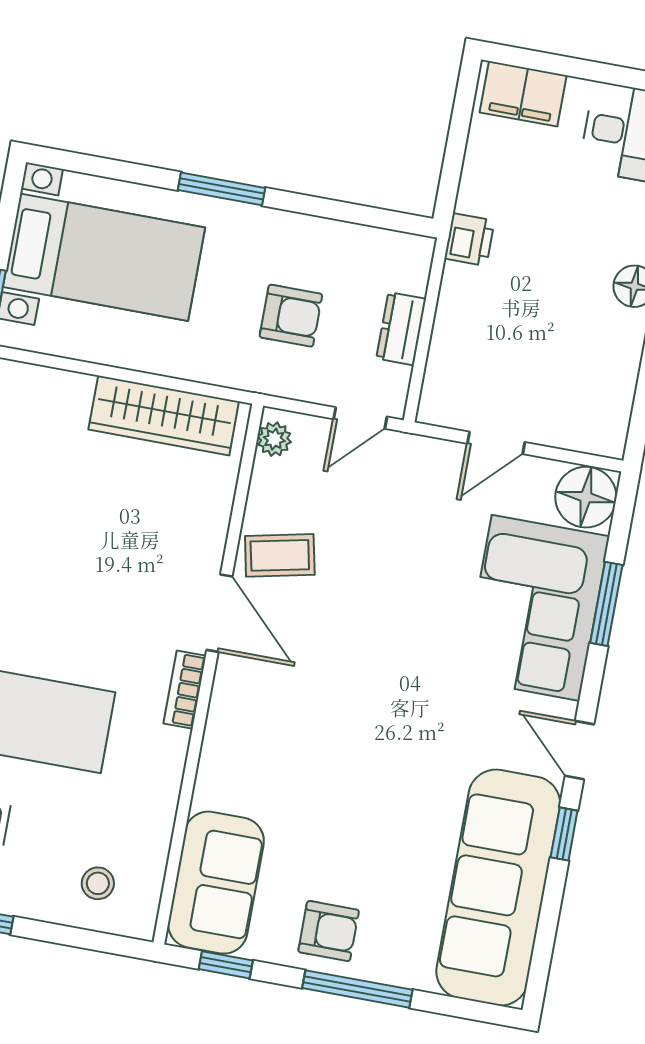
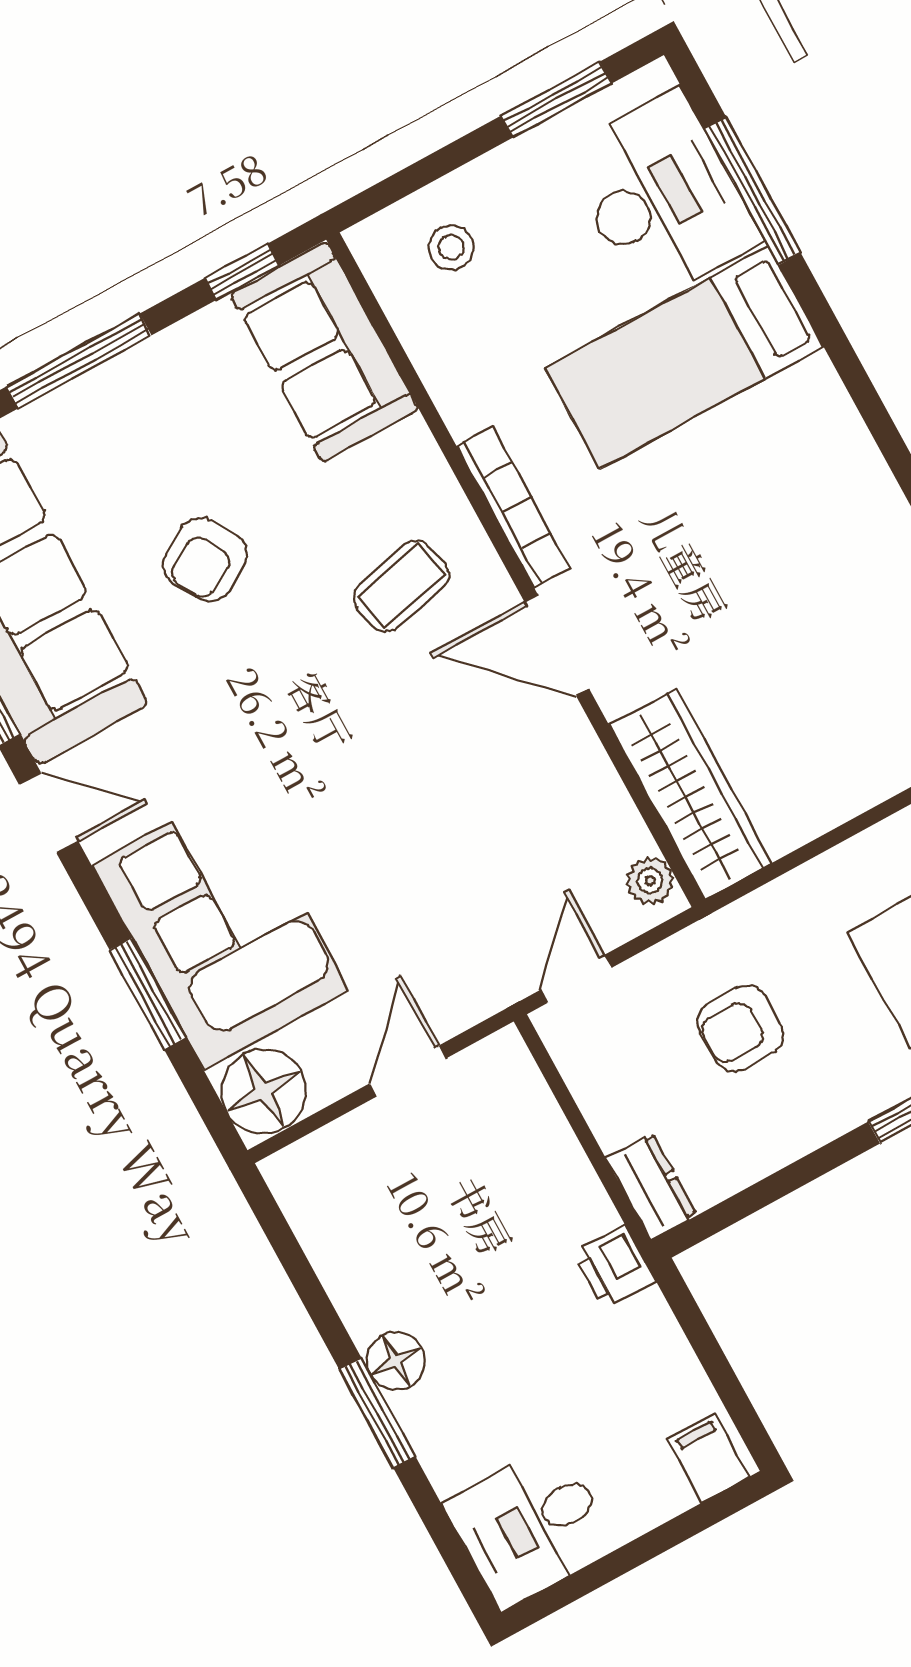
filing cabinet: (523, 94) -> (708, 1458), width x0.50
dresser: (401, 329) -> (651, 1187), moved
wardrobe: (164, 415) -> (691, 794), moved, turned 90
coffee table: (280, 555) -> (401, 586), moved
bookcase: (185, 690) -> (513, 507), width x1.56
armchair: (329, 931) -> (205, 560), moved, turned -30

